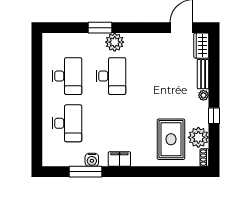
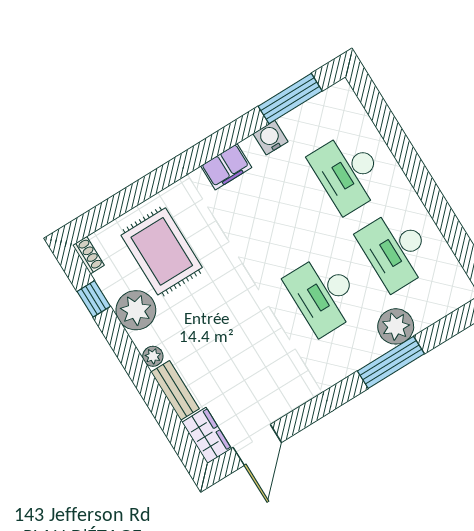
window: (100, 28) -> (391, 362), width x1.44
plant: (115, 42) -> (396, 326), moved
window: (214, 116) -> (94, 299), moved
plant: (198, 137) -> (136, 310), moved
window: (85, 172) -> (290, 99), moved

